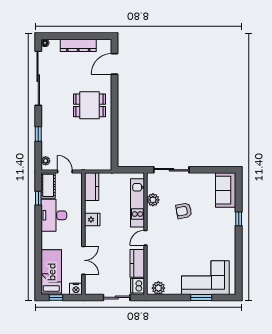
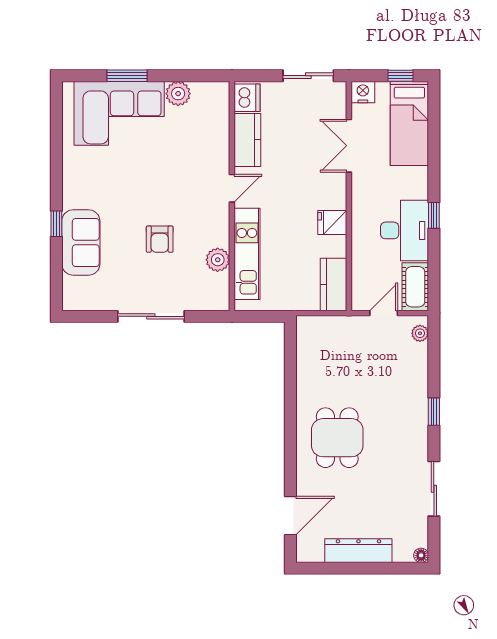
sliding door: (38, 78) -> (434, 489), width x0.54
dining table: (90, 105) -> (337, 438), turned 90
window: (38, 134) -> (434, 412), moved
sliding door: (171, 170) -> (151, 316), moved
door: (65, 171) -> (384, 313), swing flipped
sofa: (226, 190) -> (81, 242), moved
window: (38, 198) -> (434, 215), moved
armchair: (184, 211) -> (160, 239), turned 101
plant: (158, 288) -> (178, 94), moved
sliding door: (117, 297) -> (308, 76), moved

